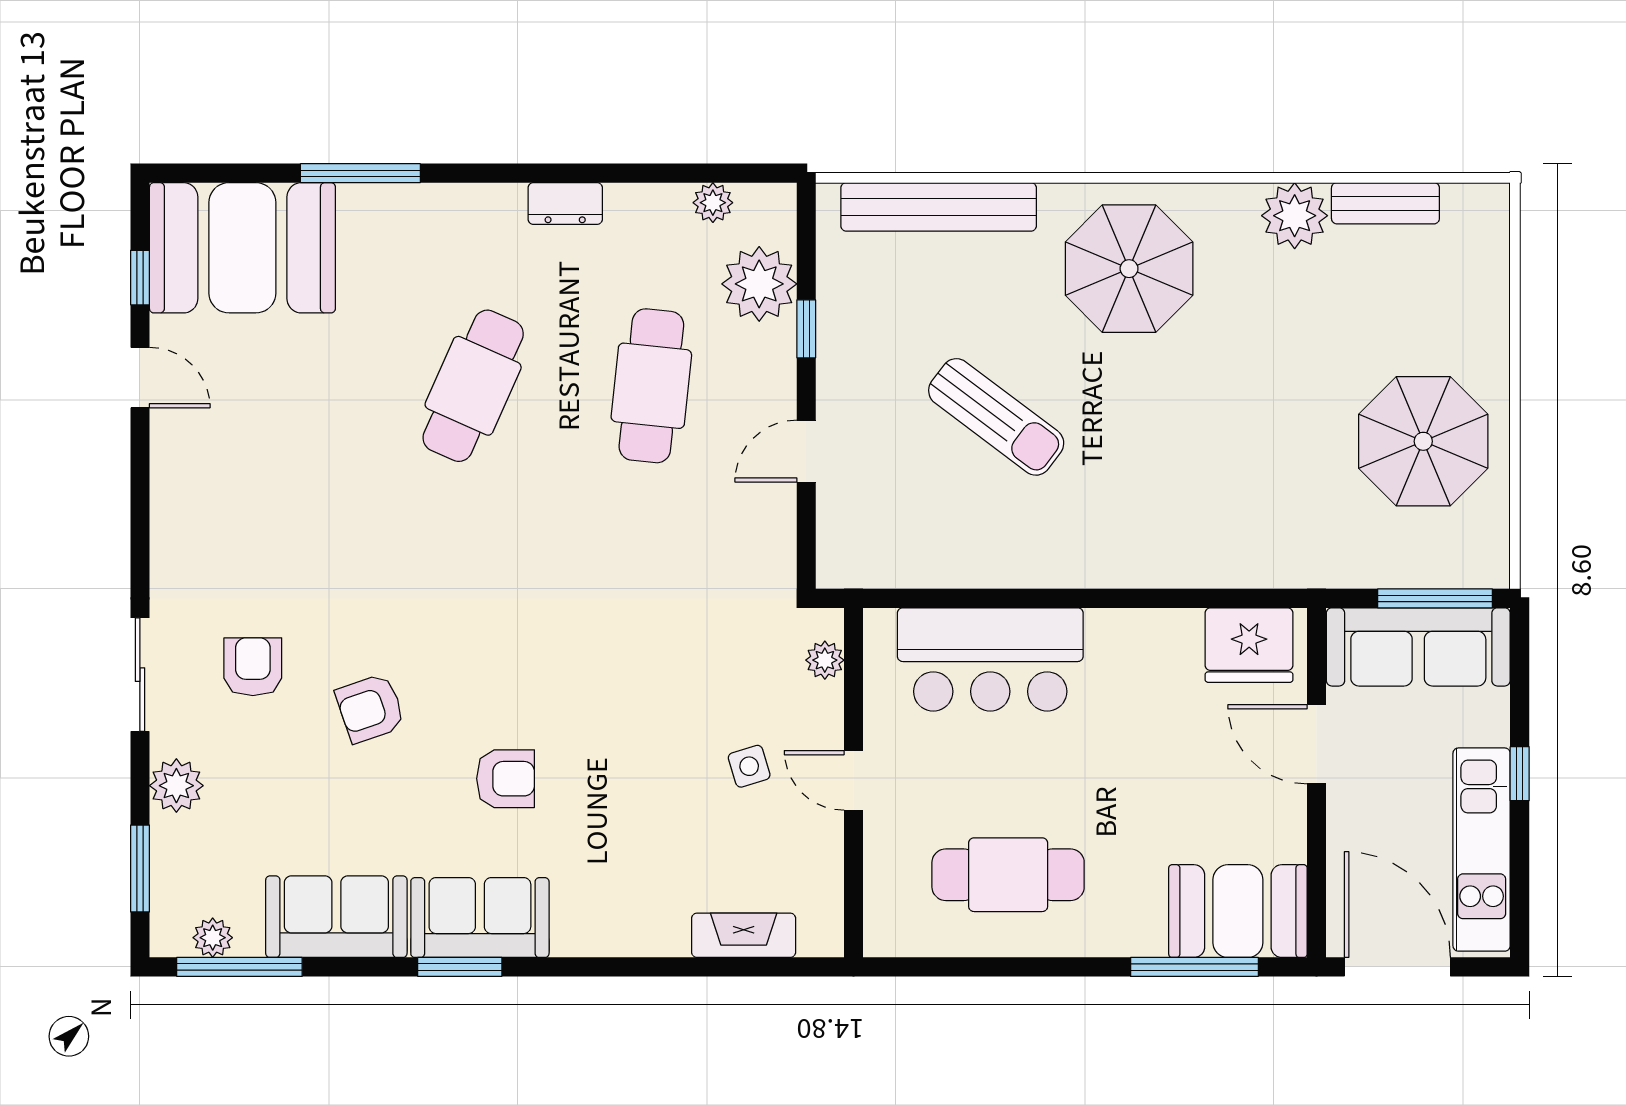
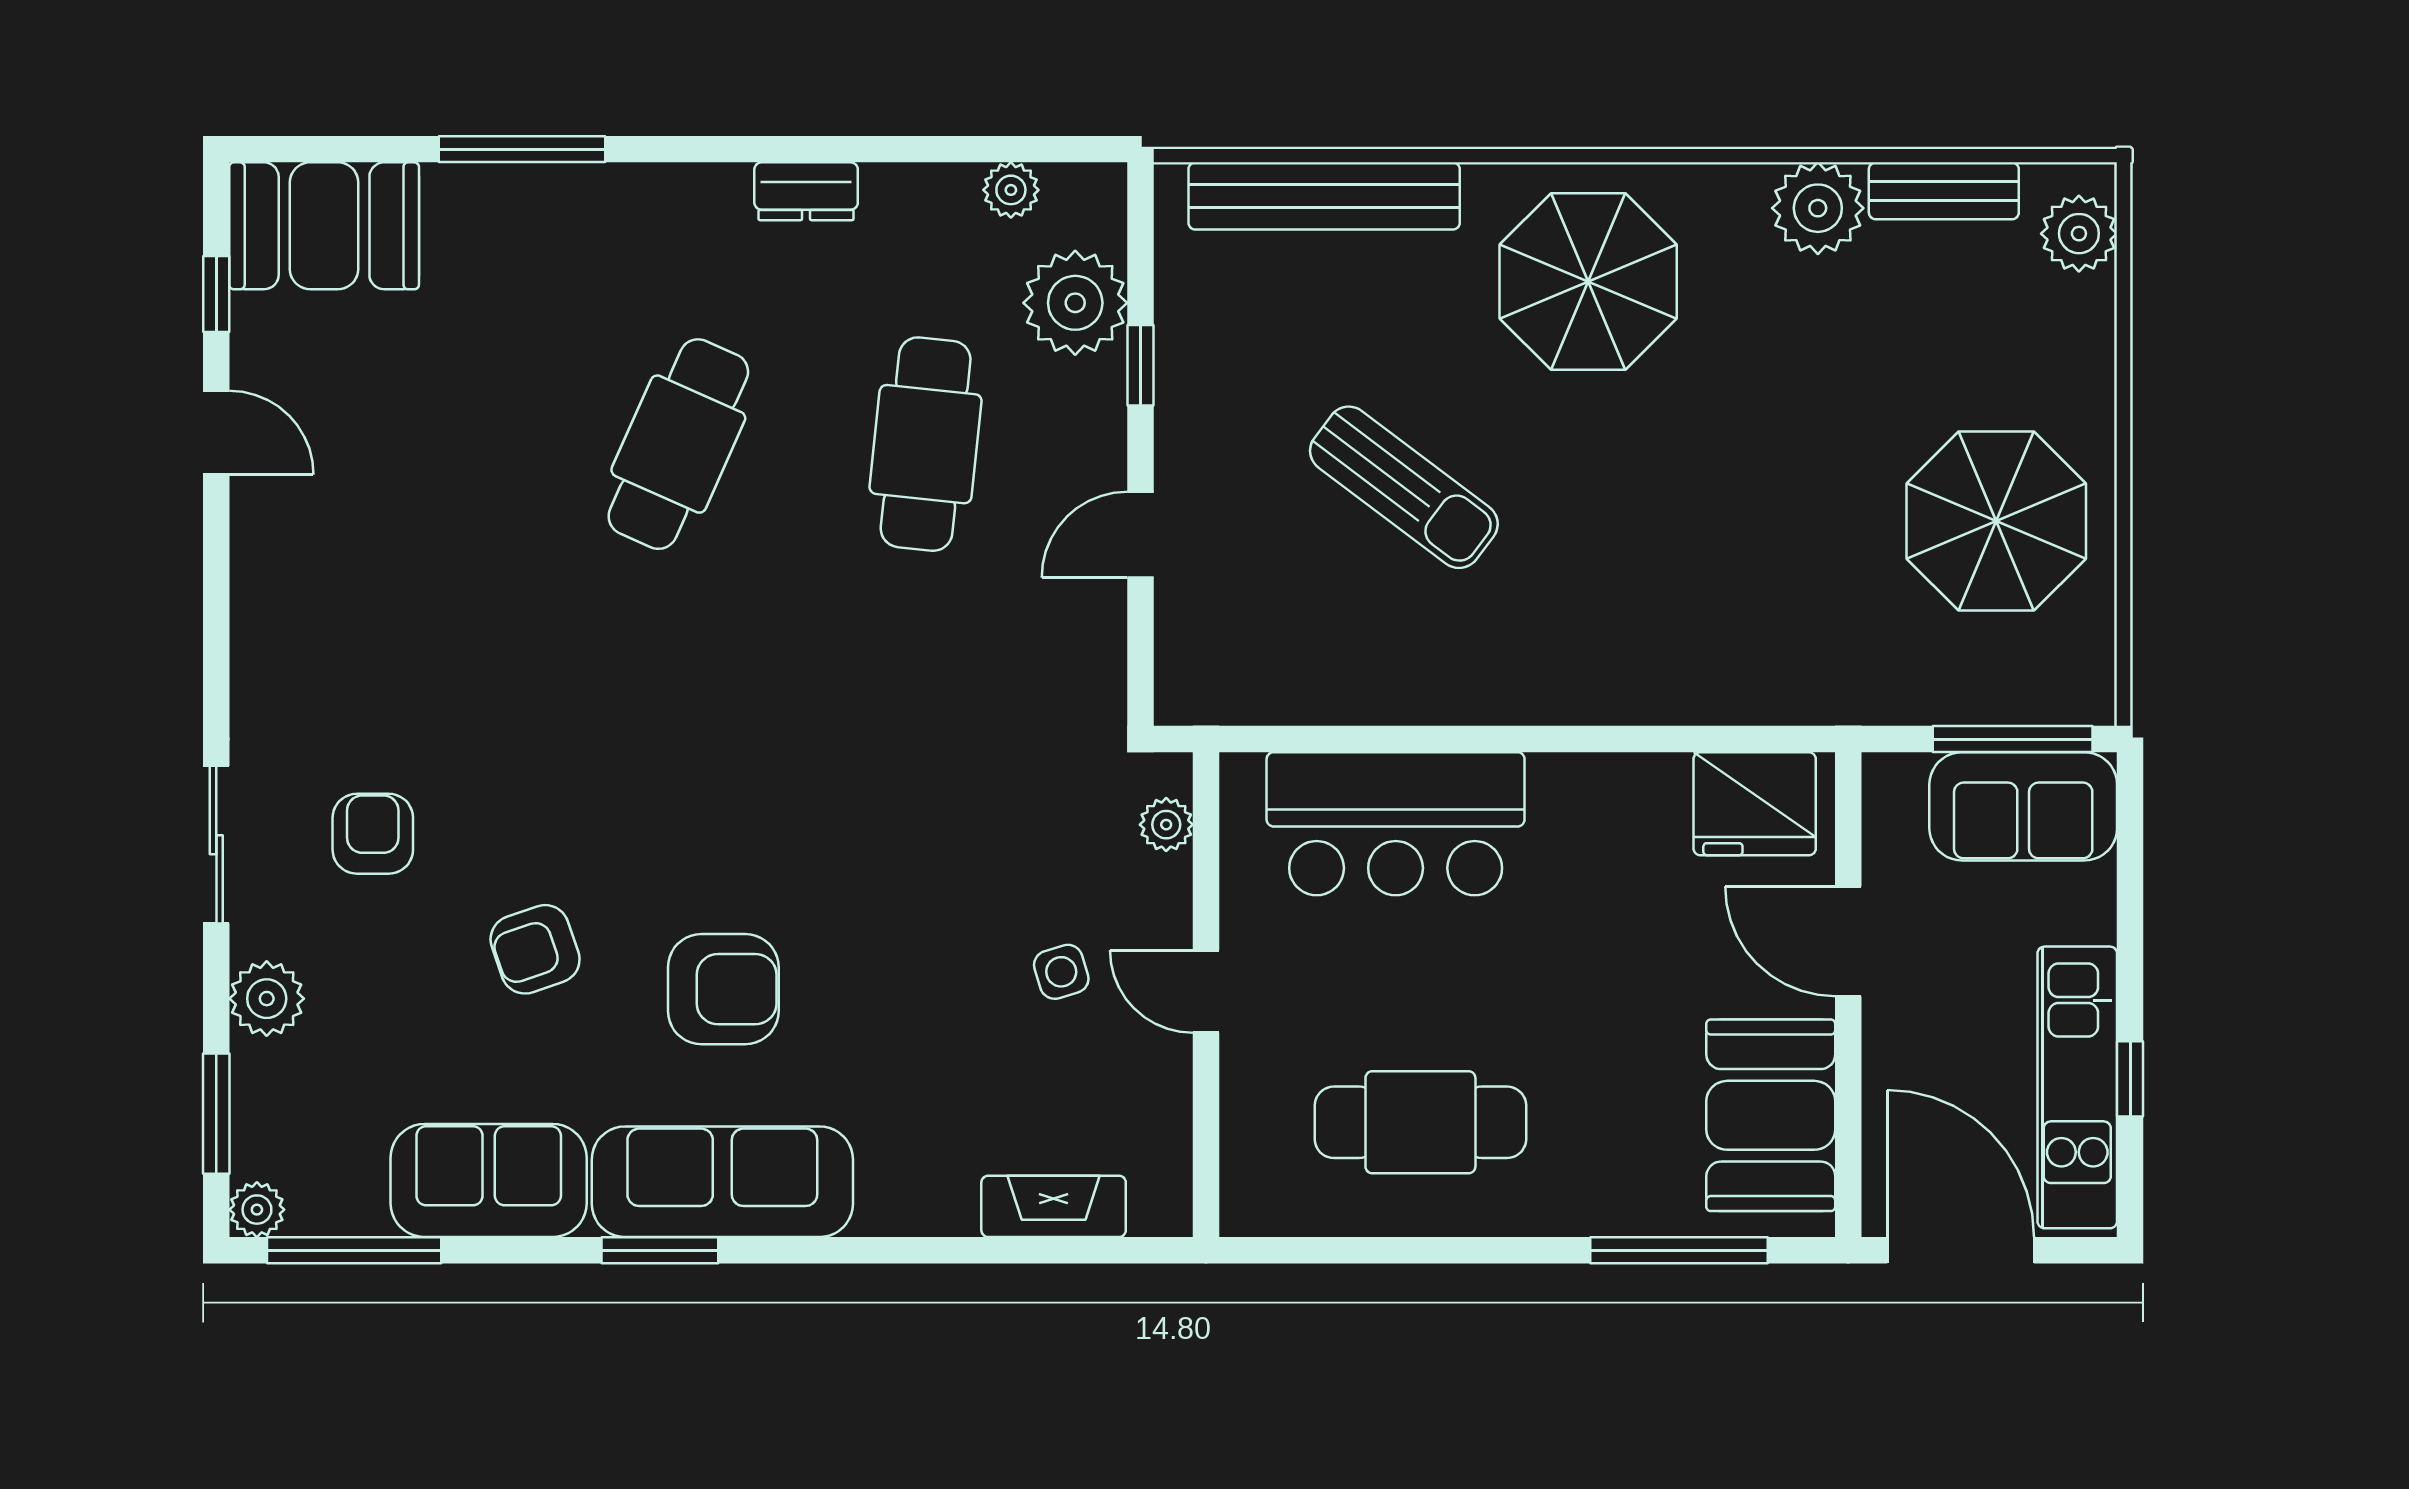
plant: (1483, 234) -> (2079, 234), added
booth: (242, 248) -> (324, 226), width x0.73, depth x0.70
sofa: (1418, 647) -> (2023, 806), width x0.73
armchair: (370, 708) -> (535, 949), moved
window: (1520, 774) -> (2130, 1079), moved
armchair: (506, 779) -> (723, 989), width x1.38, depth x1.38
booth: (1238, 911) -> (1771, 1115), moved, turned 90
sofa: (480, 918) -> (722, 1182), width x1.36
plant: (213, 938) -> (257, 1210), moved

